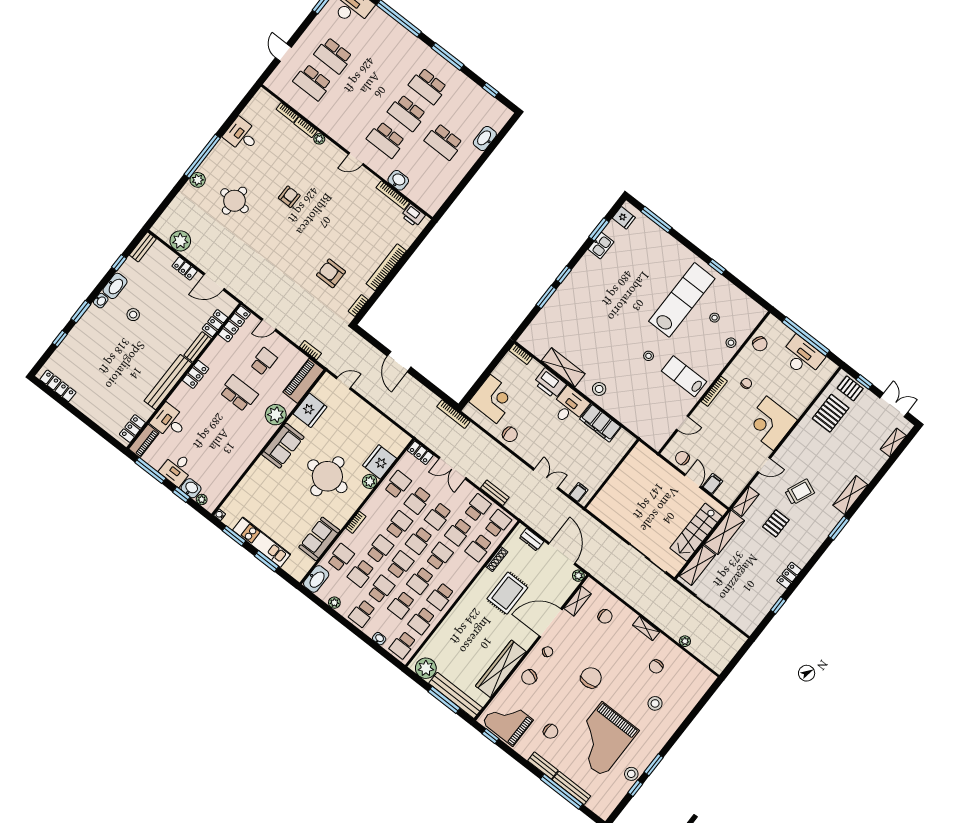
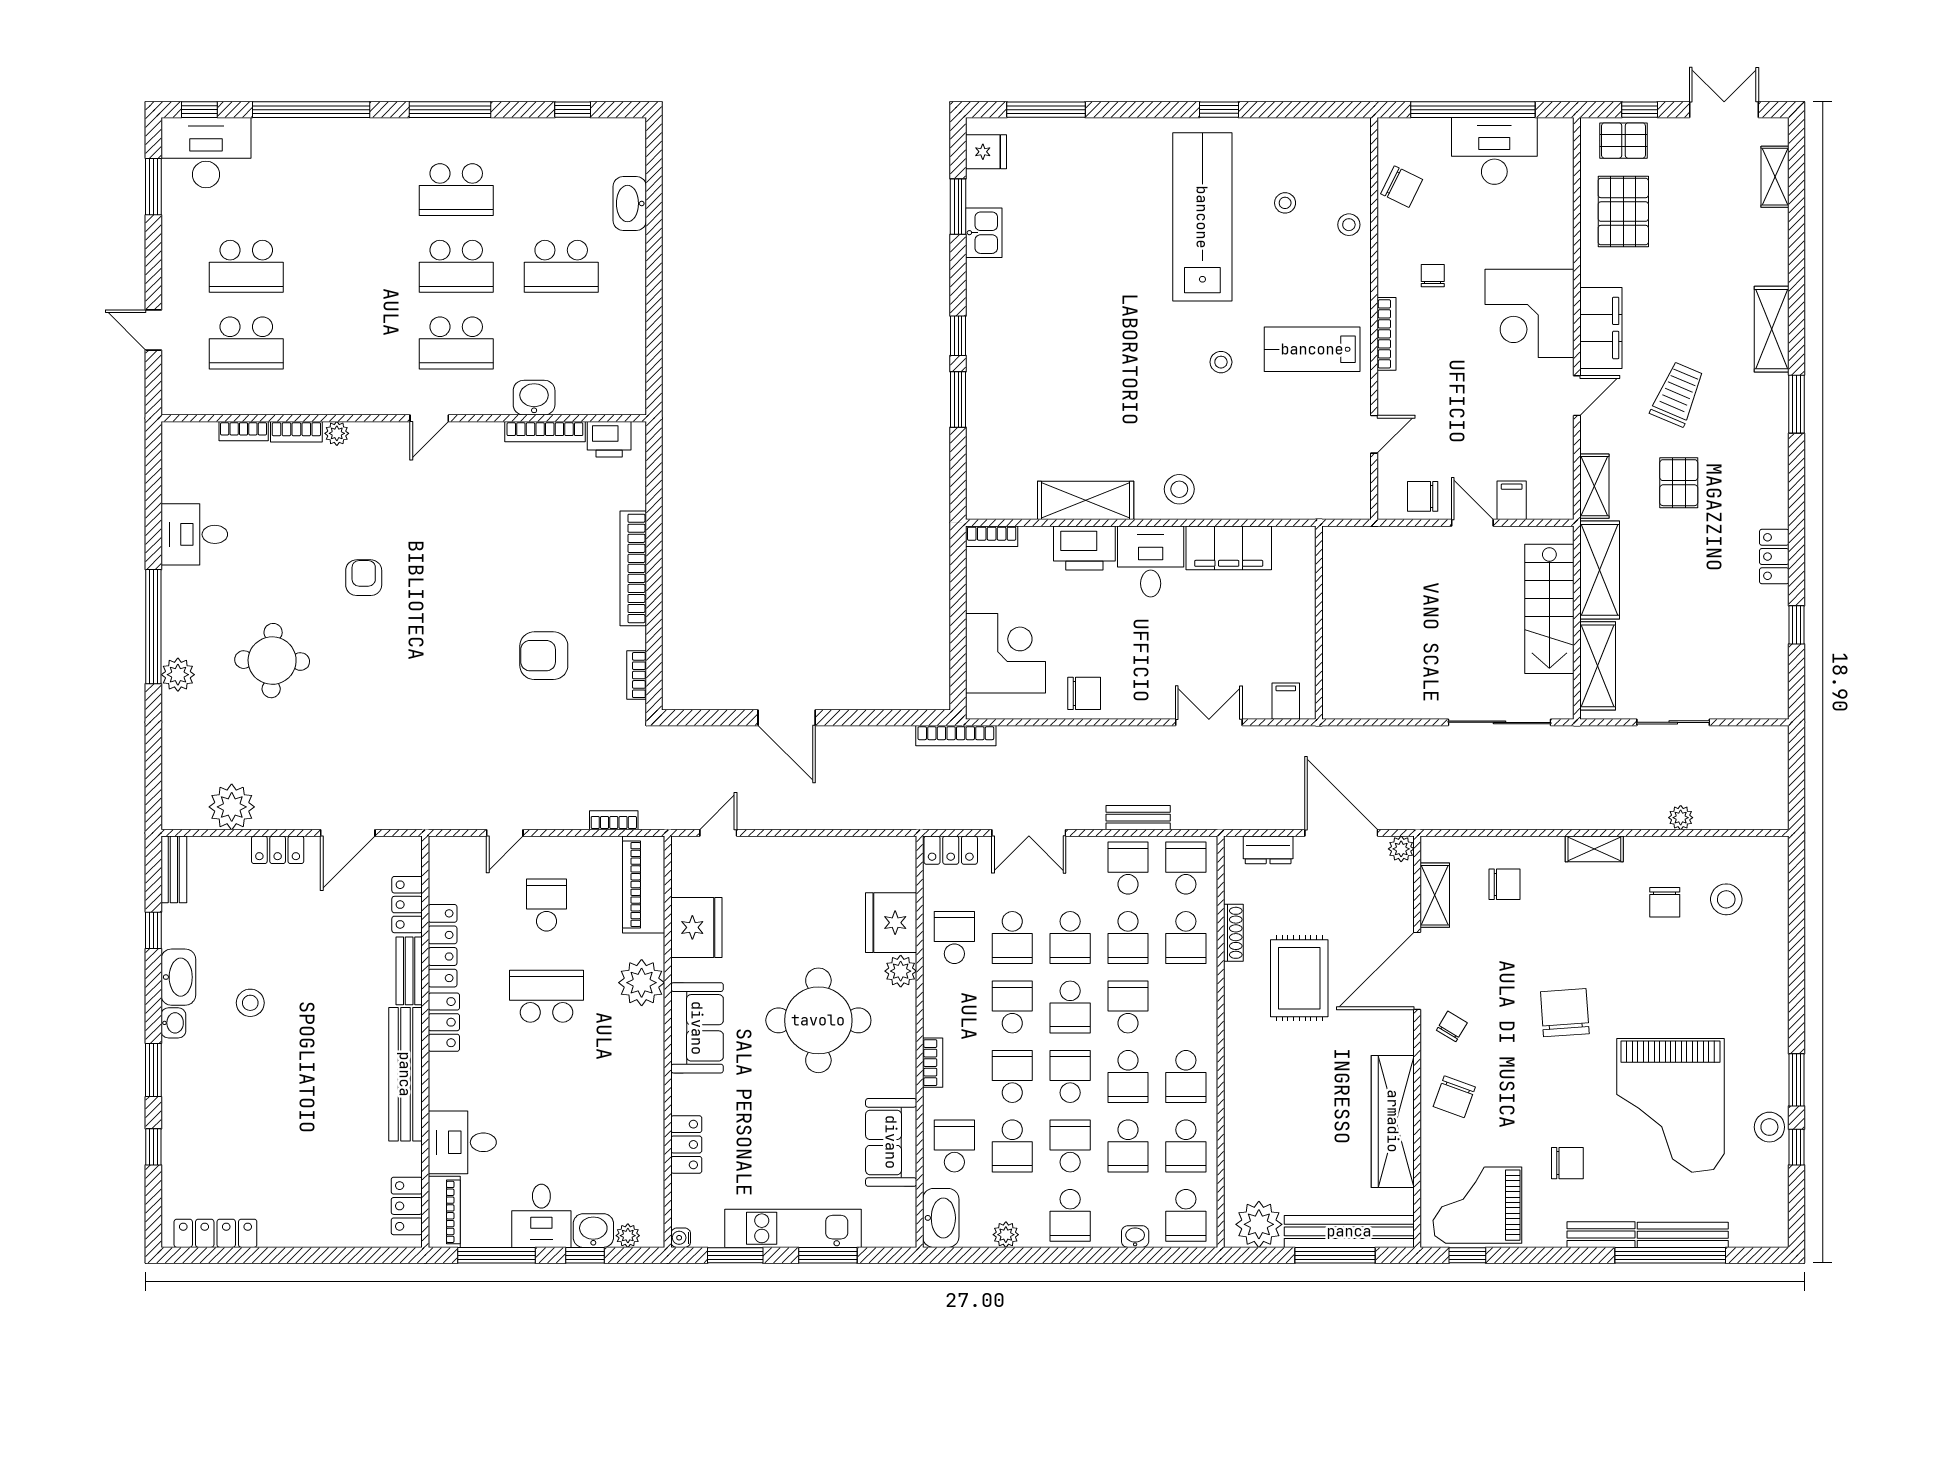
locker: (234, 324) -> (443, 946), moved
filing cabinet: (791, 448) -> (1601, 328), added
locker: (247, 484) -> (686, 1144), added
stool: (655, 703) -> (1726, 899), moved

